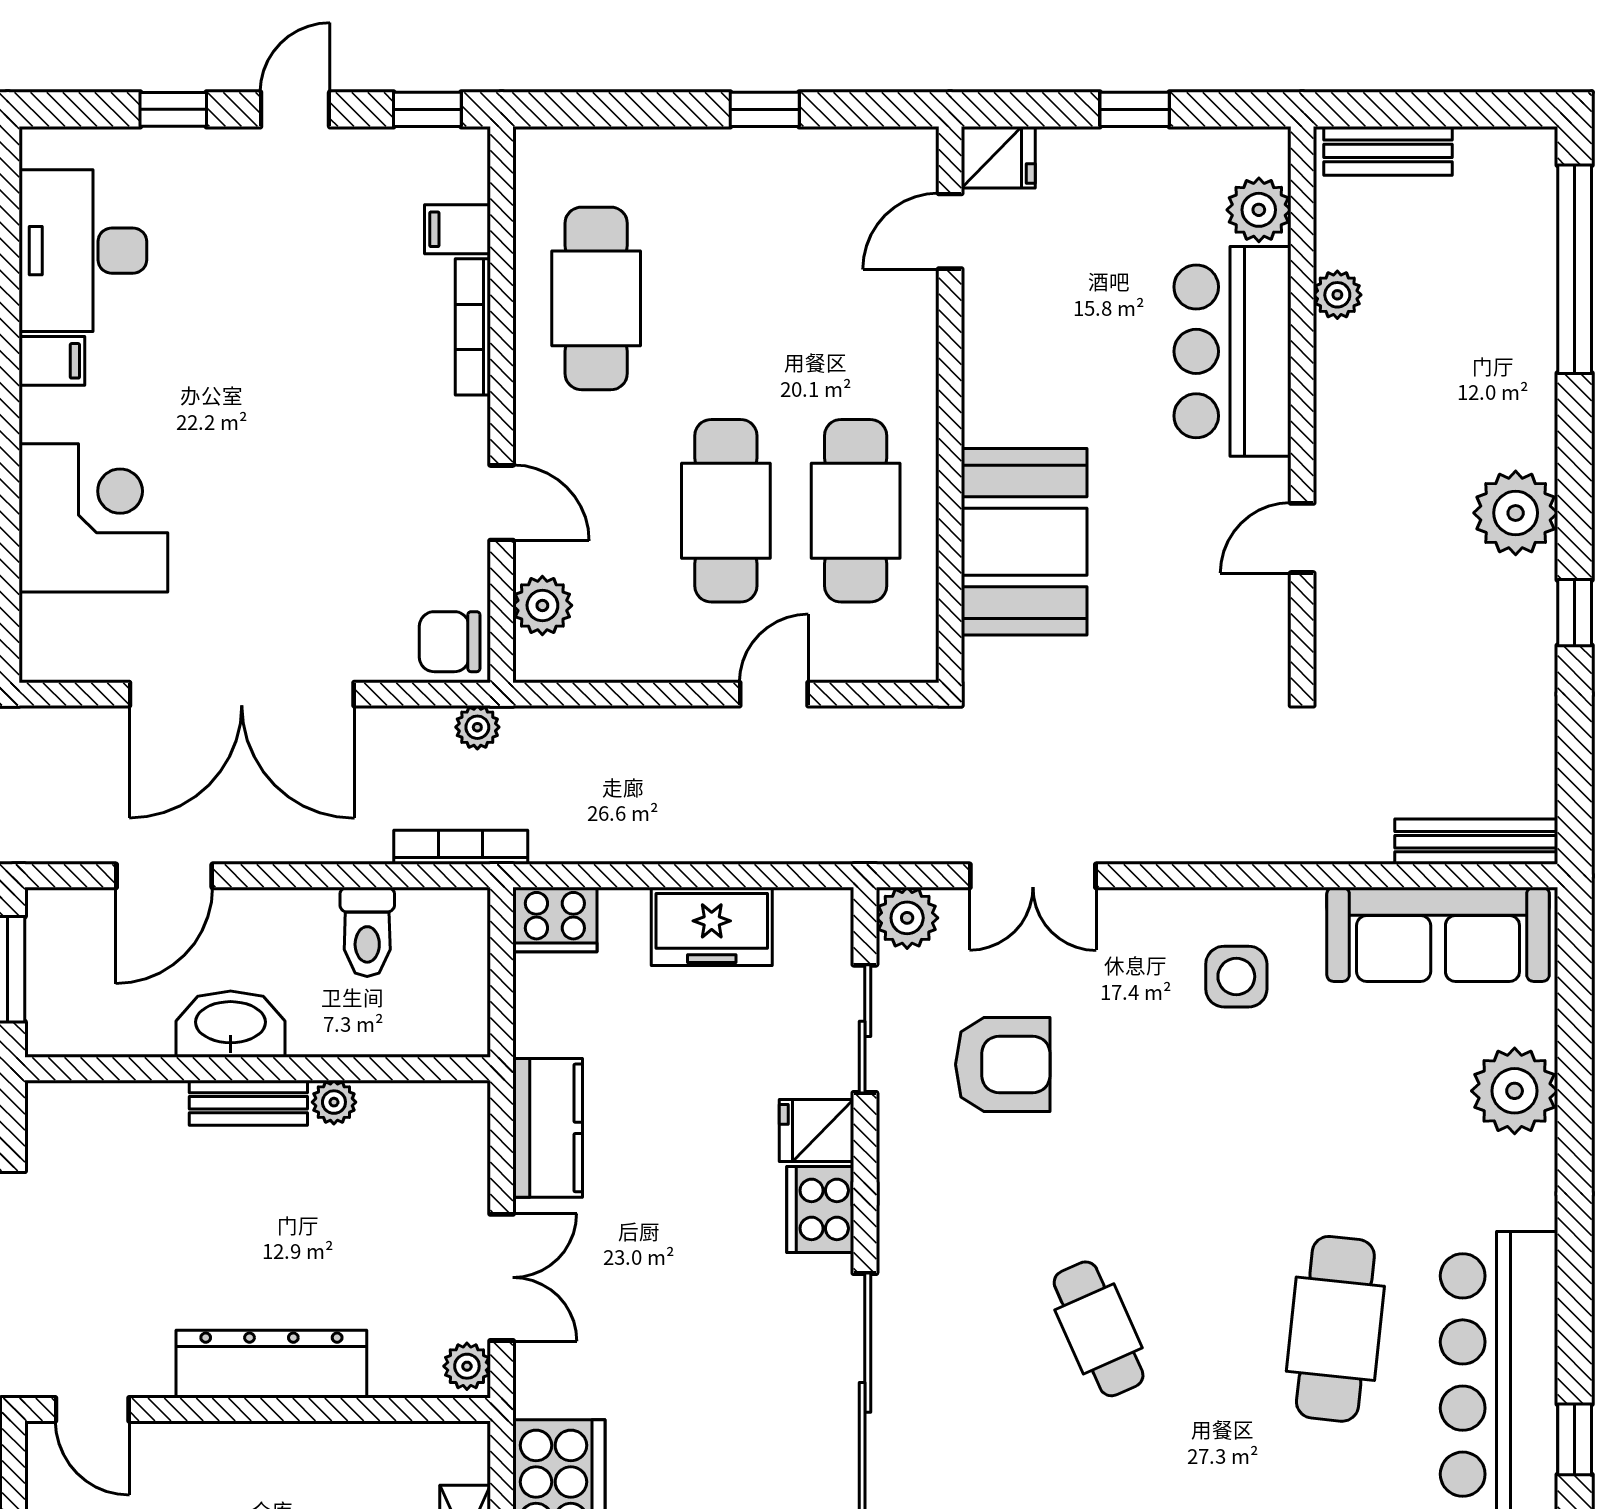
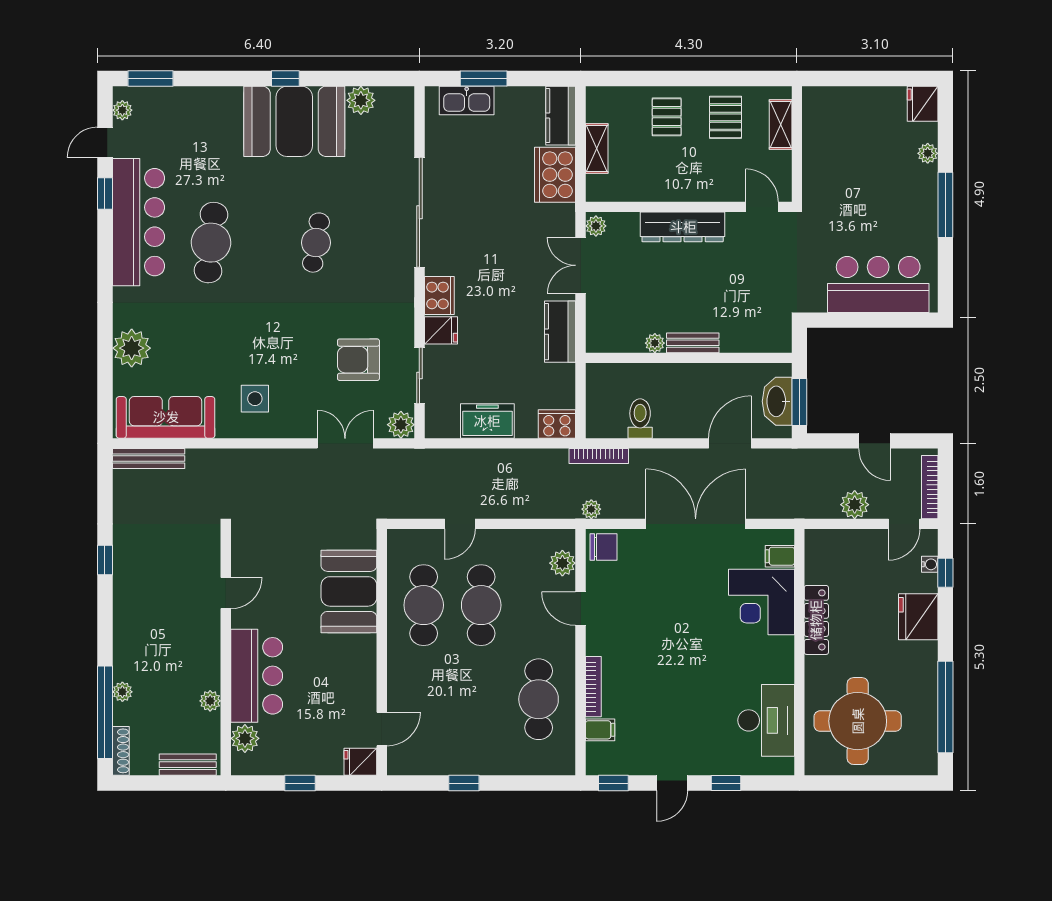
shoe rack: (1539, 182) -> (121, 751), added
filing cabinet: (52, 361) -> (780, 556), moved
plant: (1516, 513) -> (122, 692), moved, width x0.53, depth x0.53
washbasin: (231, 1024) -> (777, 401), moved, turned 90
cafe table: (1099, 1329) -> (316, 243), turned 33

